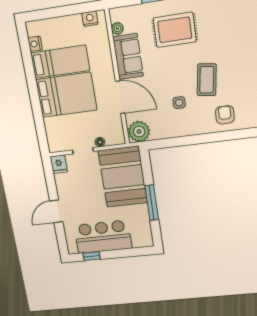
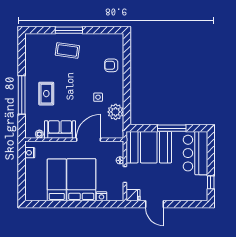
rug: (175, 30) -> (46, 94), width x0.73, depth x0.70
nightstand: (35, 44) -> (101, 196), moved
coffee table: (207, 80) -> (67, 50), moved
plant: (139, 132) -> (116, 112), moved
door: (56, 211) -> (154, 204), moved
bar counter: (103, 237) -> (195, 153), moved

